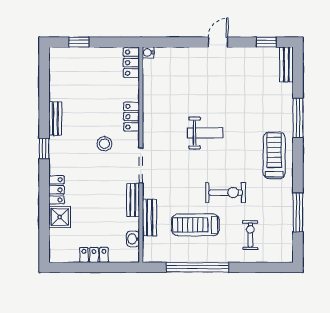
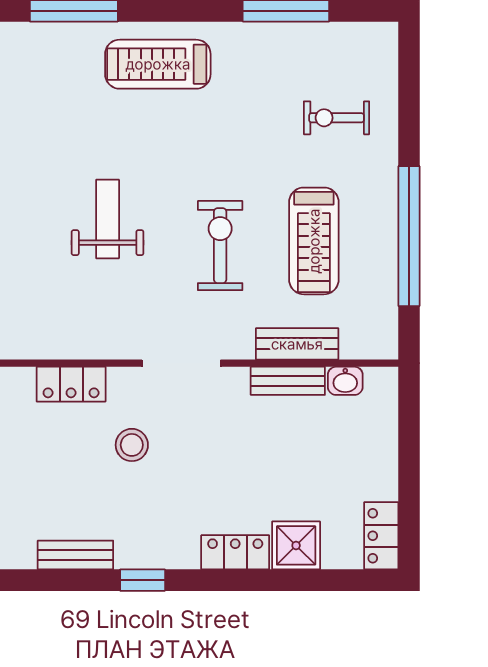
exercise bike: (226, 193) -> (220, 246), moved
bench: (133, 200) -> (288, 381), moved
locker: (94, 255) -> (381, 536), moved

